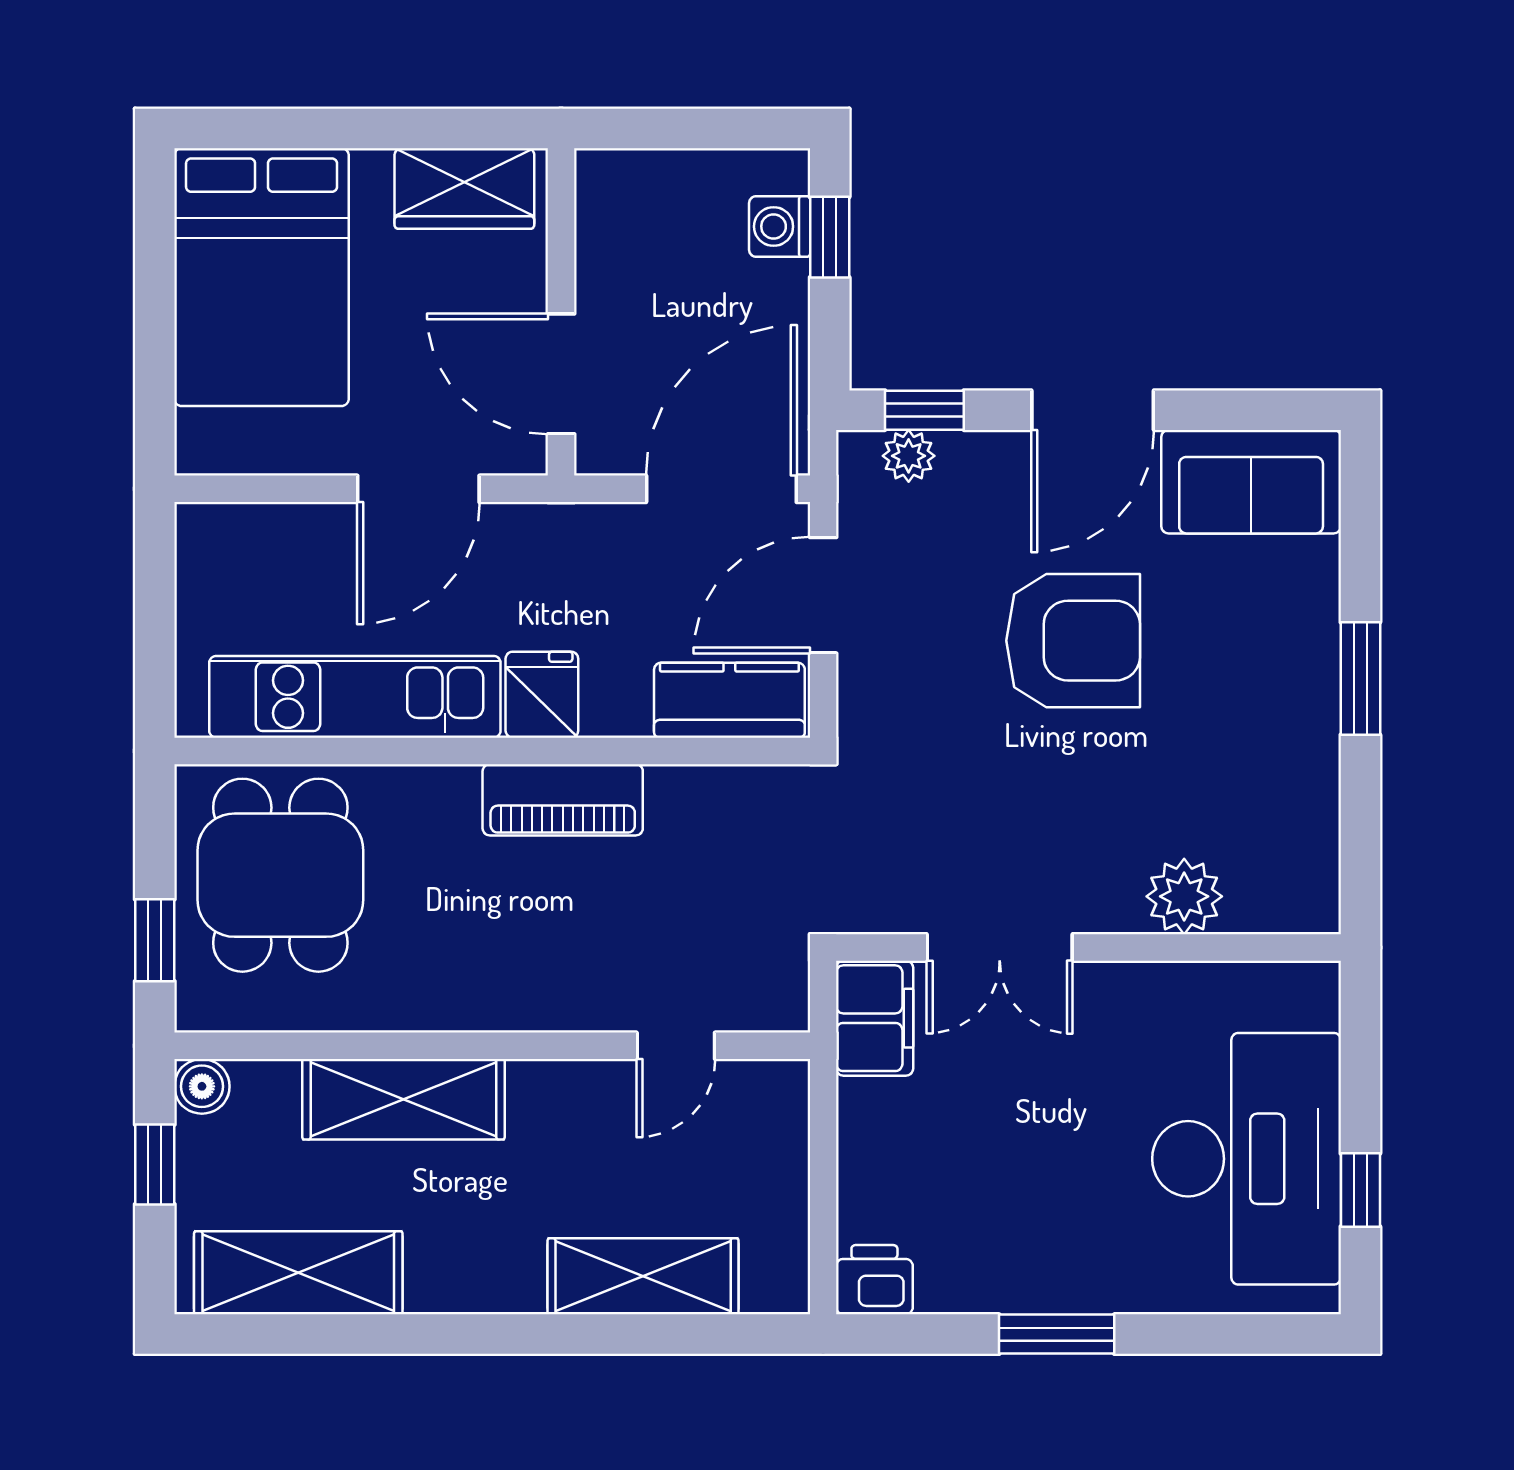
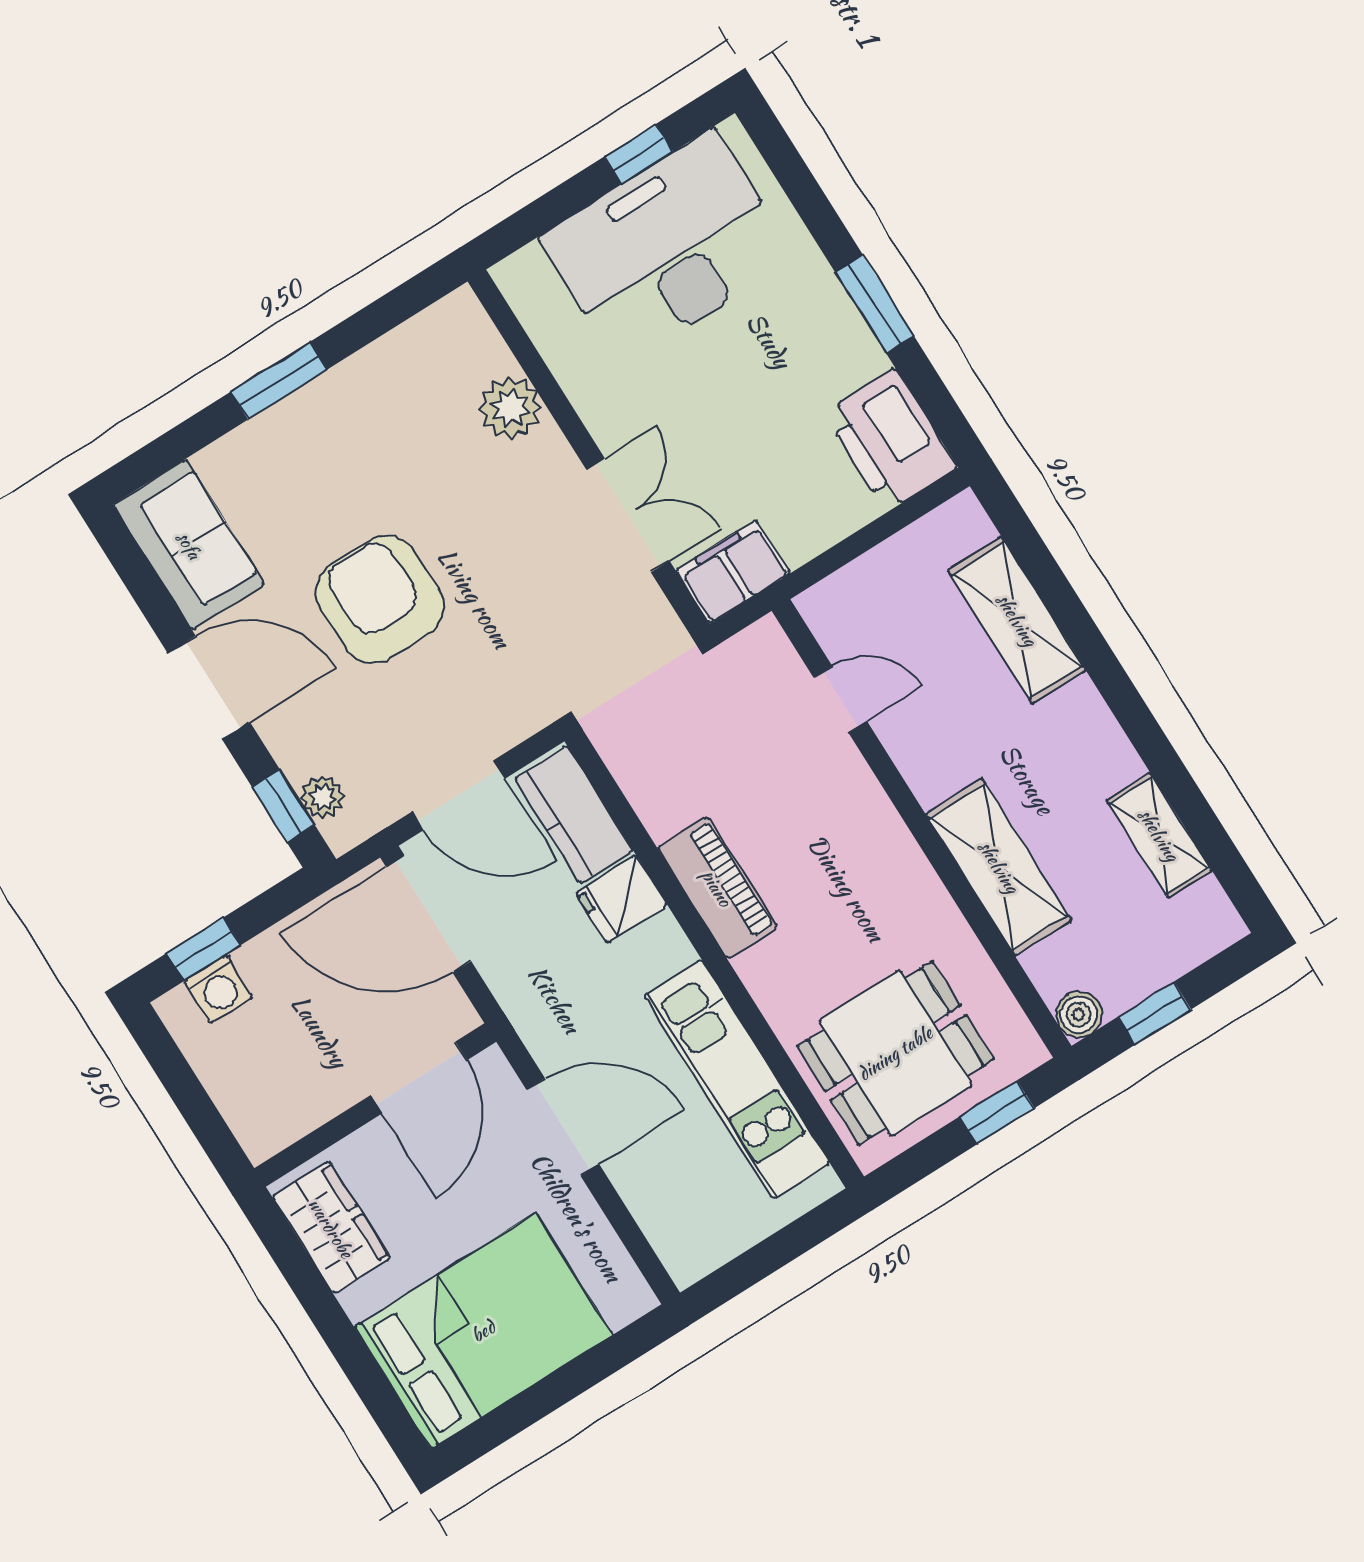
fridge: (542, 695) -> (621, 899), moved
shelving: (298, 1273) -> (1159, 835), width x0.67, depth x0.75
printer: (874, 1280) -> (890, 440), width x1.87, depth x1.48

